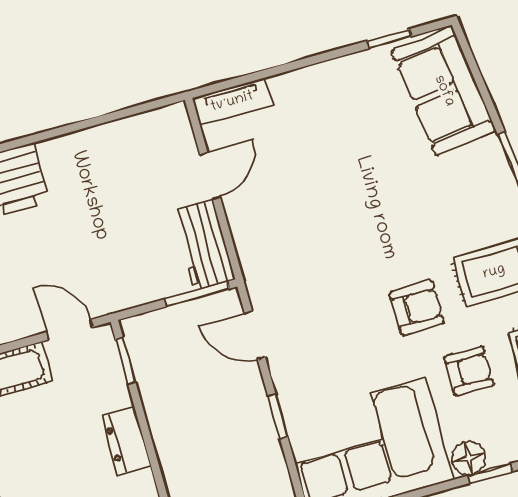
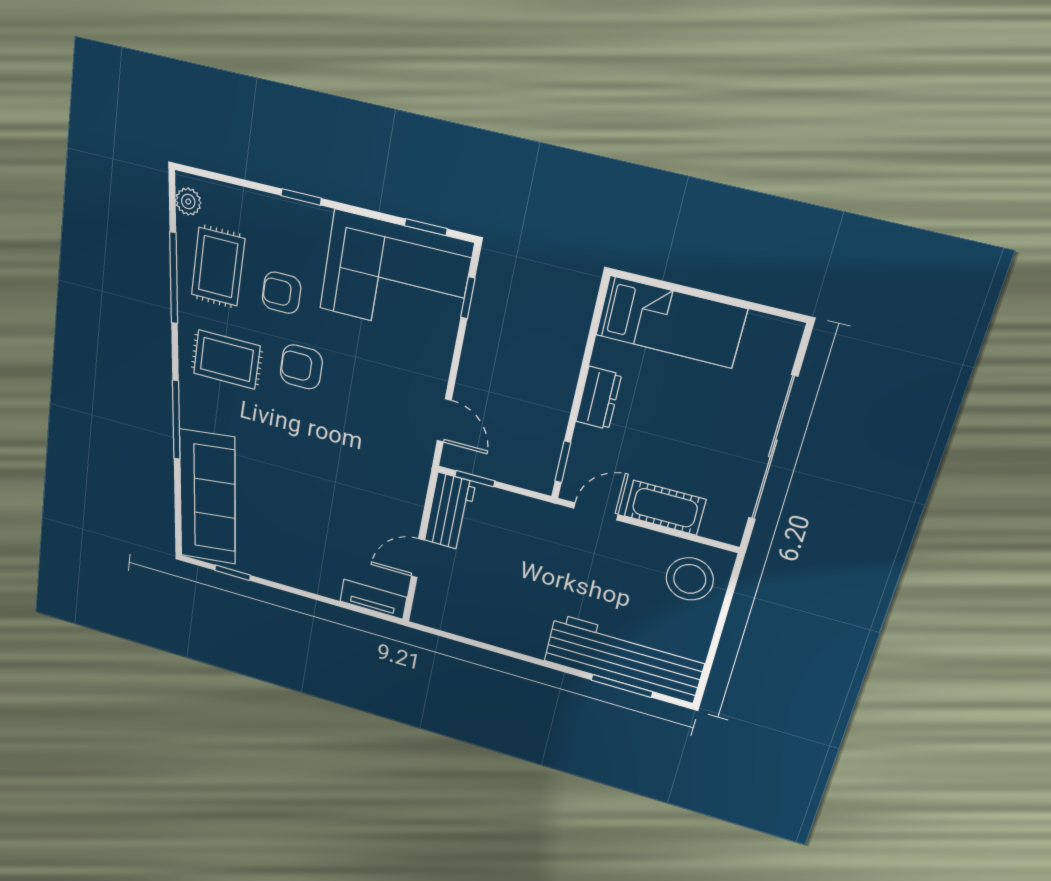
sofa: (444, 91) -> (208, 497), width x1.36
window: (197, 294) -> (475, 479), width x0.67
door: (69, 330) -> (596, 511), swing flipped
window: (278, 416) -> (468, 298), moved
floor lamp: (468, 458) -> (314, 220), removed

